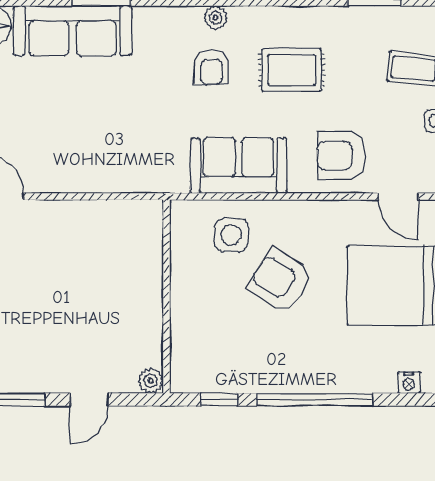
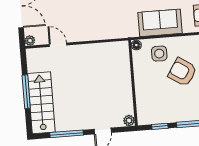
floor lamp: (181, 211) -> (136, 45), added

